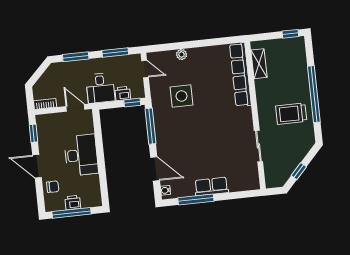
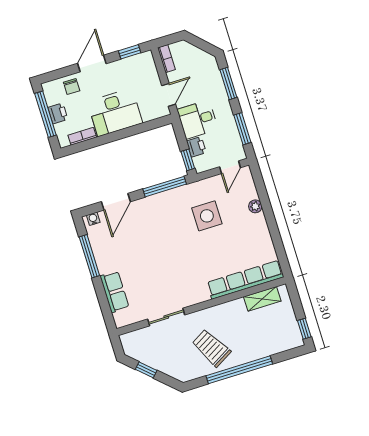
trolley: (291, 114) -> (211, 348), turned -30
bookcase: (96, 186) -> (82, 136), added
row of seats: (211, 186) -> (114, 292), moved

